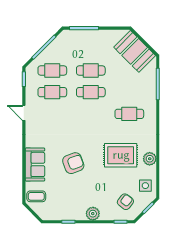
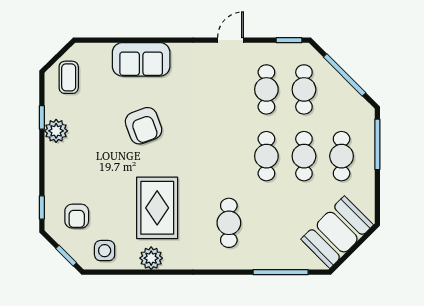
cafe table: (91, 49) -> (342, 156), added
coffee table: (36, 196) -> (69, 77), moved
armchair: (125, 202) -> (77, 216), turned 52
plant: (93, 214) -> (56, 131), moved

